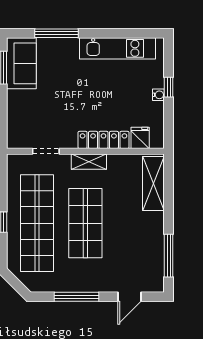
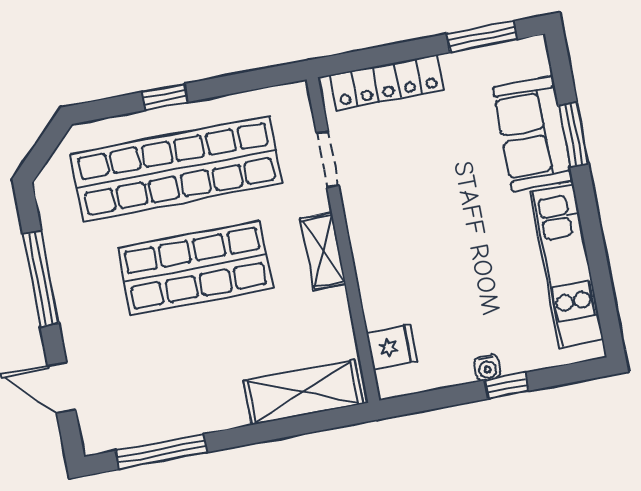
window: (56, 33) -> (573, 134), width x0.69
sofa: (21, 63) -> (533, 134), moved, turned 90
locker: (103, 140) -> (387, 82), moved, turned 90

